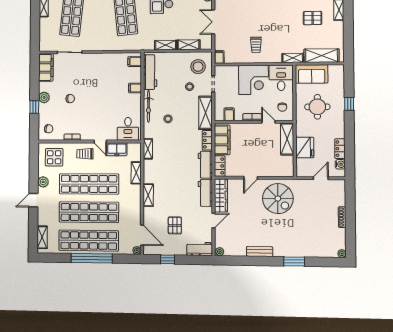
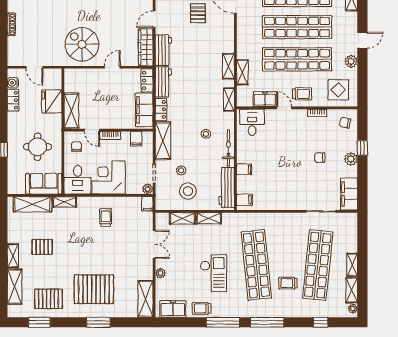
stool: (198, 67) -> (188, 191), moved
plant: (219, 70) -> (148, 189), added
door: (321, 178) -> (34, 67), hinge flipped
shelving: (148, 195) -> (228, 66), moved

